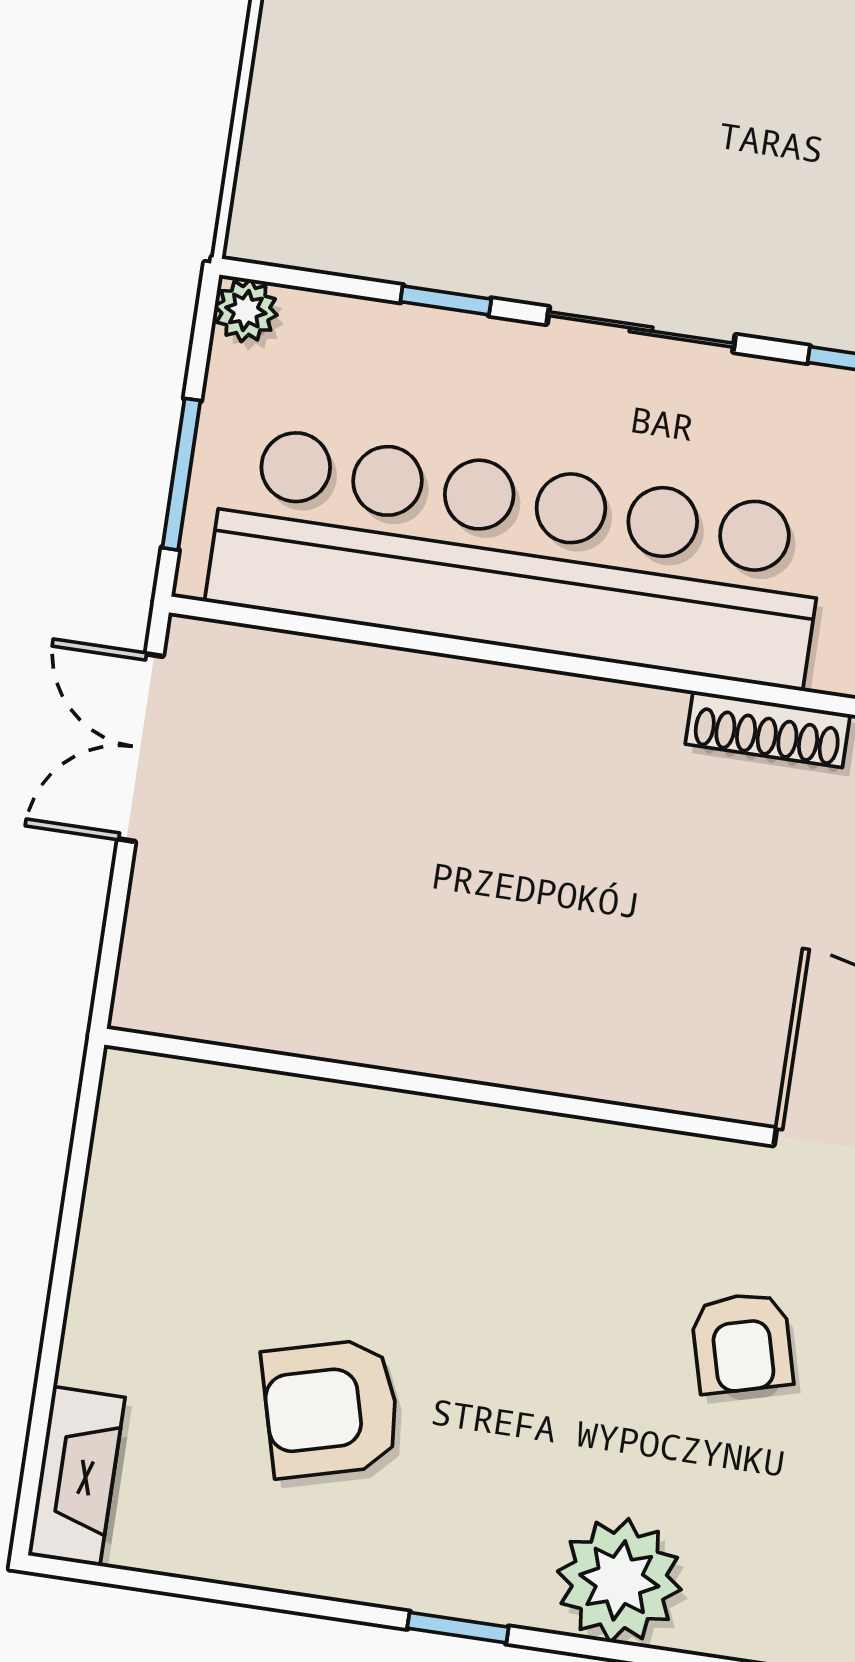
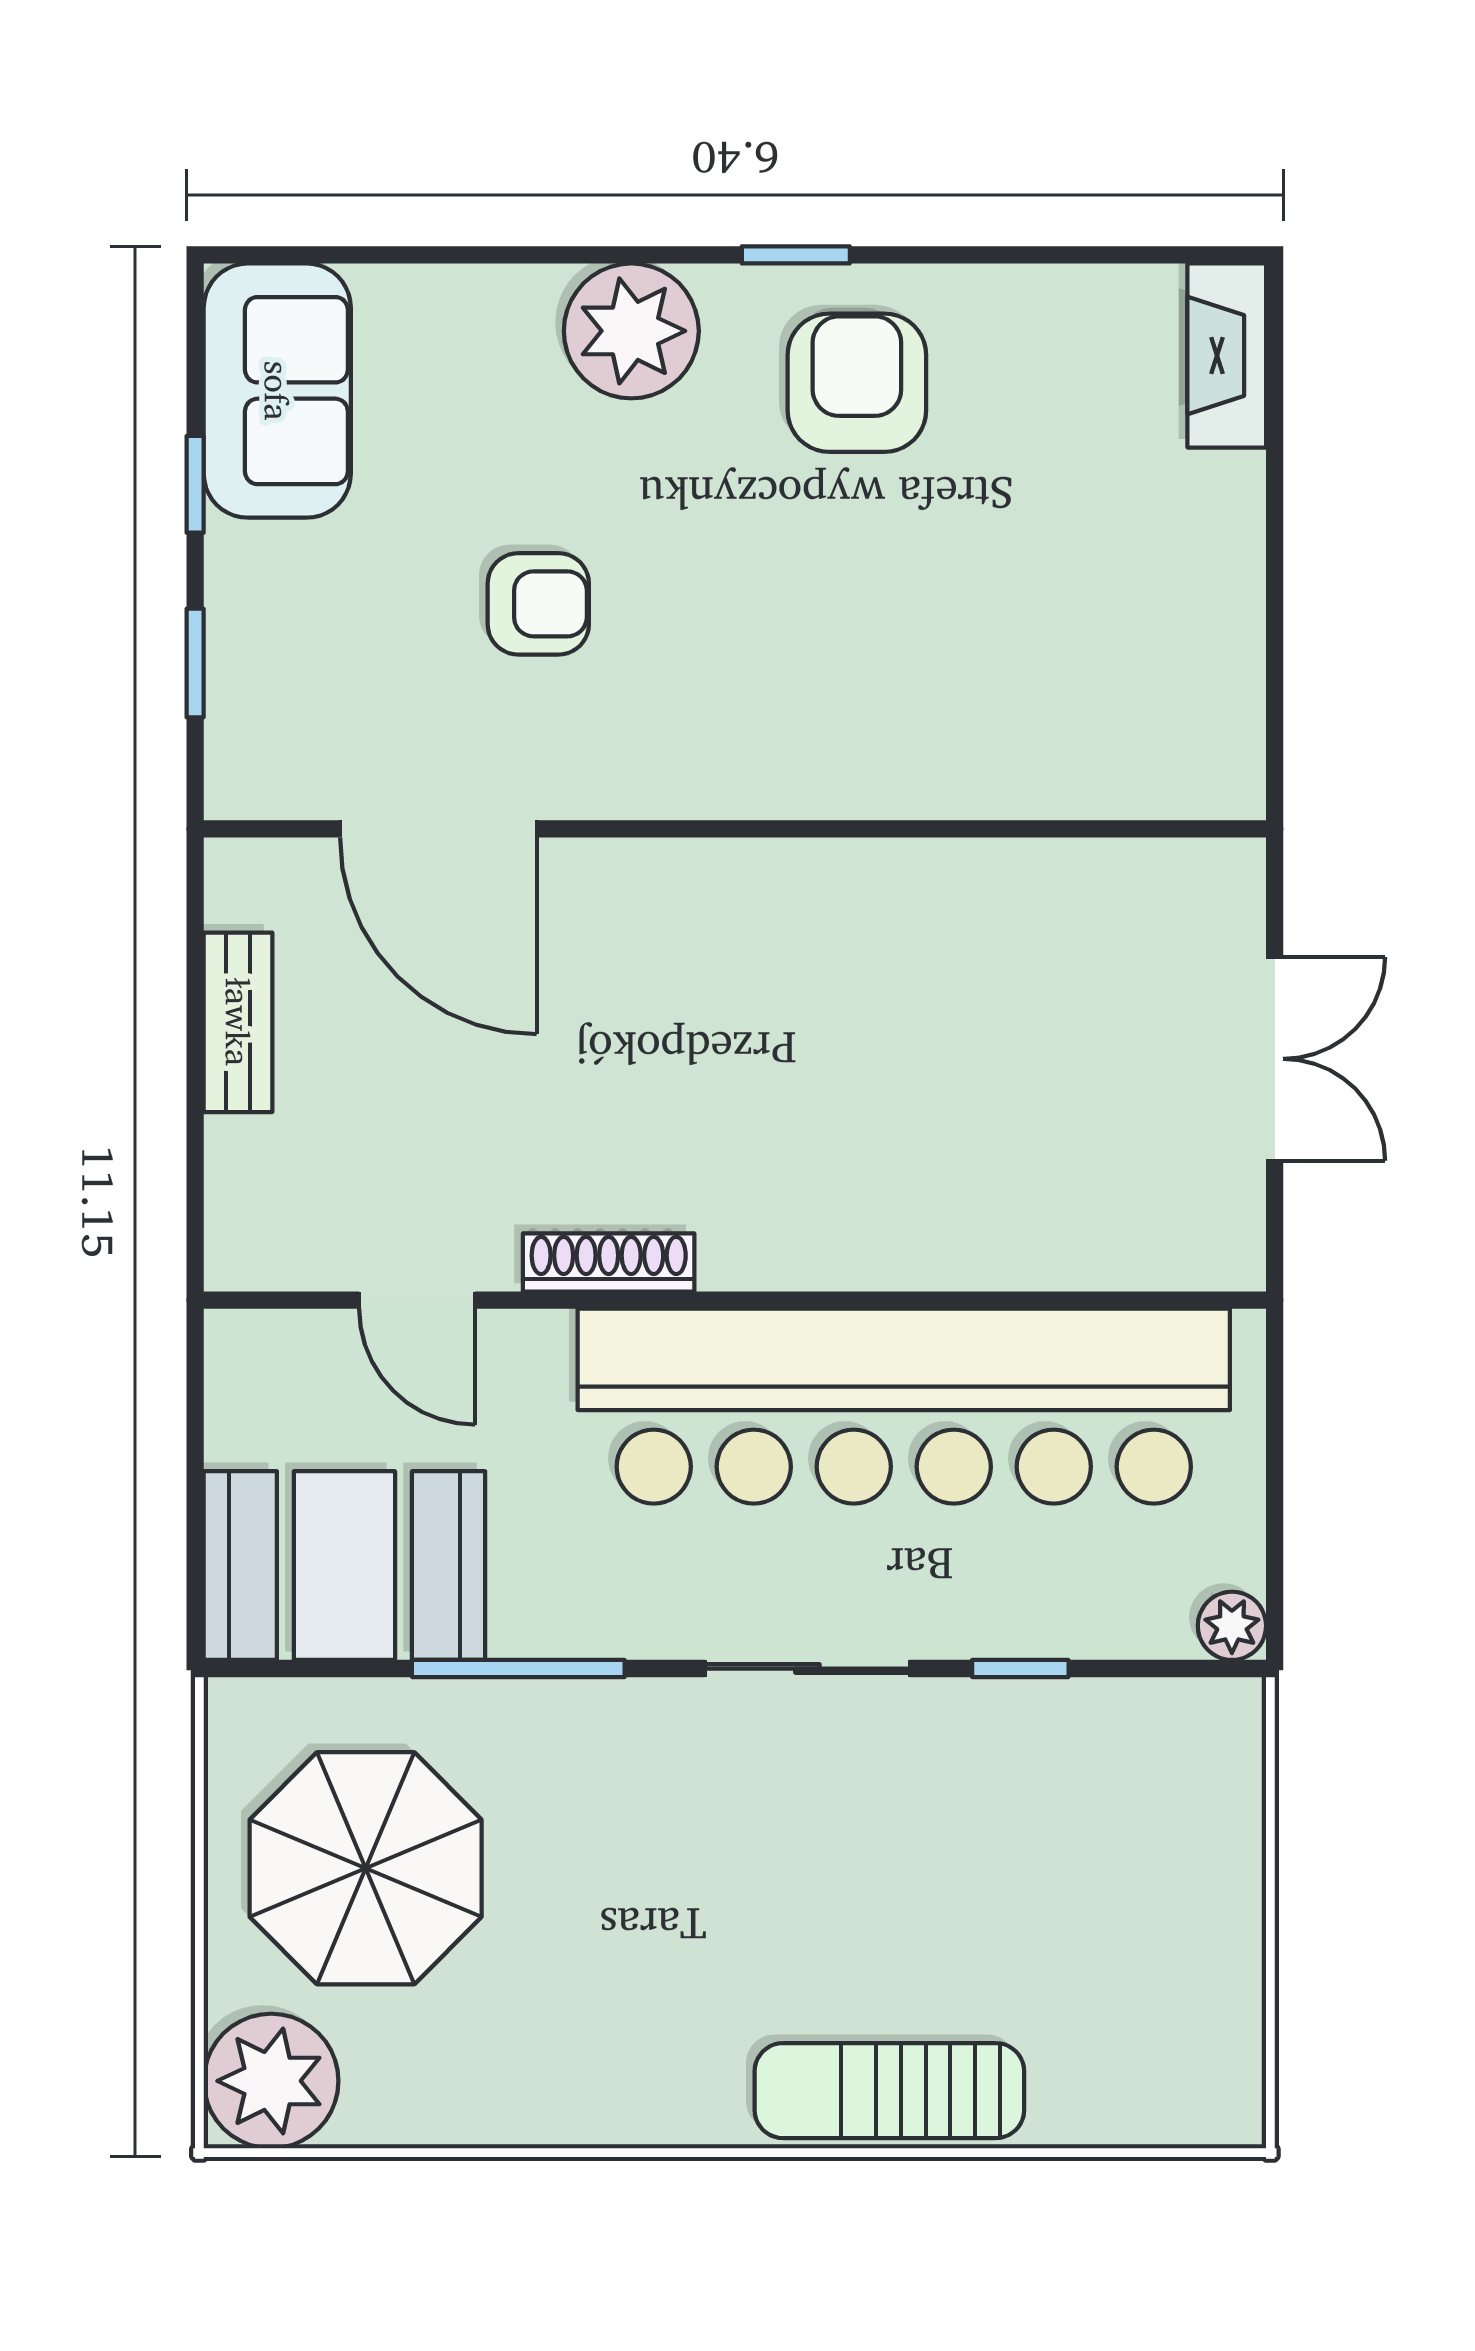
window: (181, 474) -> (1275, 1441), removed
double door: (140, 748) -> (1275, 1059), moved
armchair: (742, 1343) -> (538, 604), turned 105
armchair: (331, 1408) -> (857, 383), moved, turned -75

